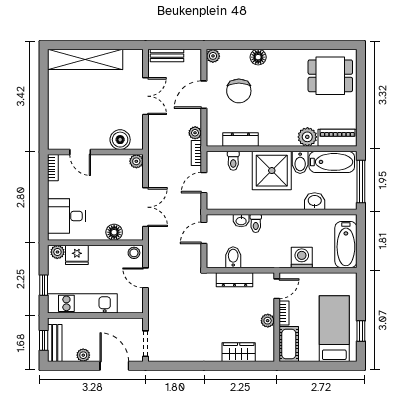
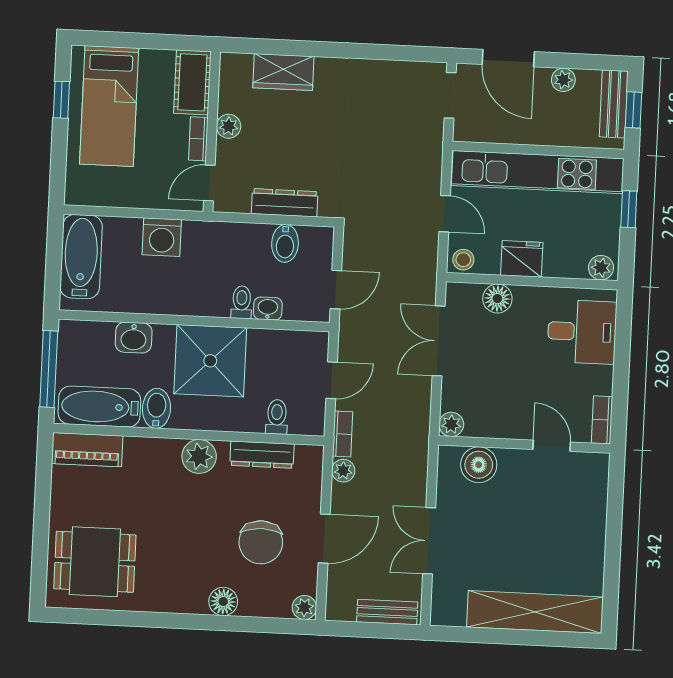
chair: (239, 91) -> (261, 542), turned 180
plant: (307, 137) -> (199, 456), moved
shower: (272, 171) -> (210, 361), moved
fridge: (77, 255) -> (522, 259), moved
kitchen unit: (82, 303) -> (538, 172), width x1.36

